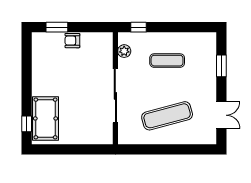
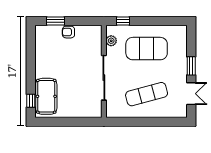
exercise mat: (167, 61) -> (147, 49), width x2.00, depth x1.45
window: (221, 66) -> (191, 66), moved

